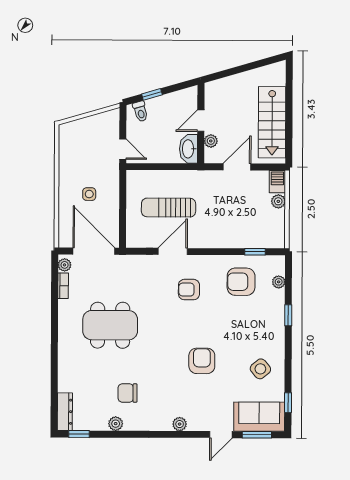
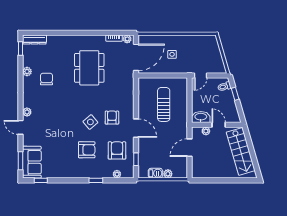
stairs: (272, 122) -> (241, 151), moved, turned -106
door: (237, 167) -> (190, 148), swing flipped
barbecue: (277, 182) -> (155, 173), moved
door: (173, 251) -> (136, 128), moved
armchair: (202, 361) -> (87, 150), moved
side table: (260, 369) -> (90, 122), moved
door: (221, 435) -> (20, 127), moved

